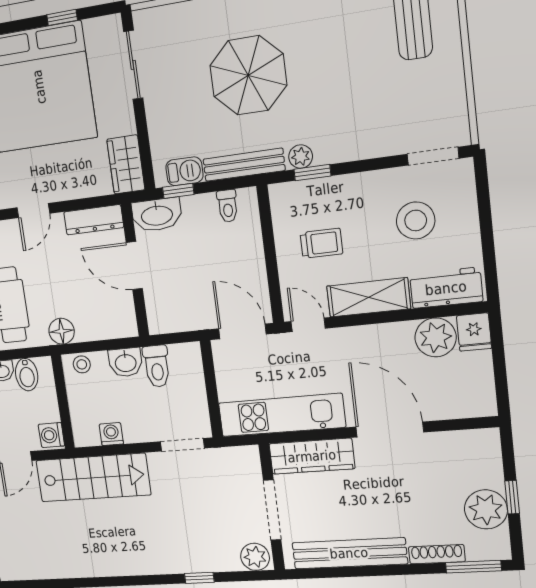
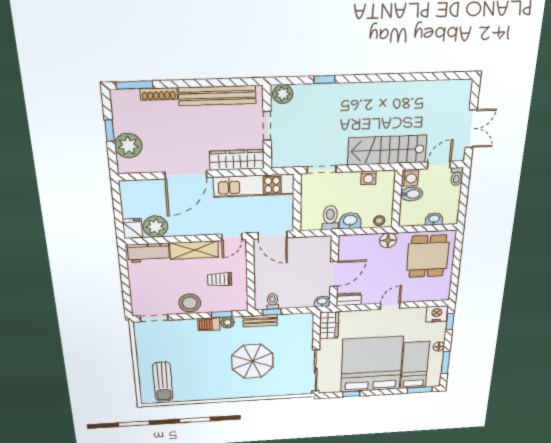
sliding door: (133, 65) -> (316, 370), width x1.37
bench: (244, 165) -> (260, 321), width x0.73
barbecue: (184, 171) -> (209, 324), moved
window: (178, 191) -> (272, 312), moved
washbasin: (157, 215) -> (322, 301), width x0.52, depth x0.69
dresser: (94, 220) -> (349, 299), width x0.70
stool: (416, 221) -> (190, 303), moved
door: (134, 266) -> (334, 274), hinge flipped
door: (308, 325) -> (232, 237), hinge flipped
bidet: (27, 375) -> (412, 194), moved, turned 90
door: (390, 430) -> (186, 175), hinge flipped
plant: (486, 509) -> (128, 146), moved
doorway: (272, 510) -> (267, 126), width x0.73

